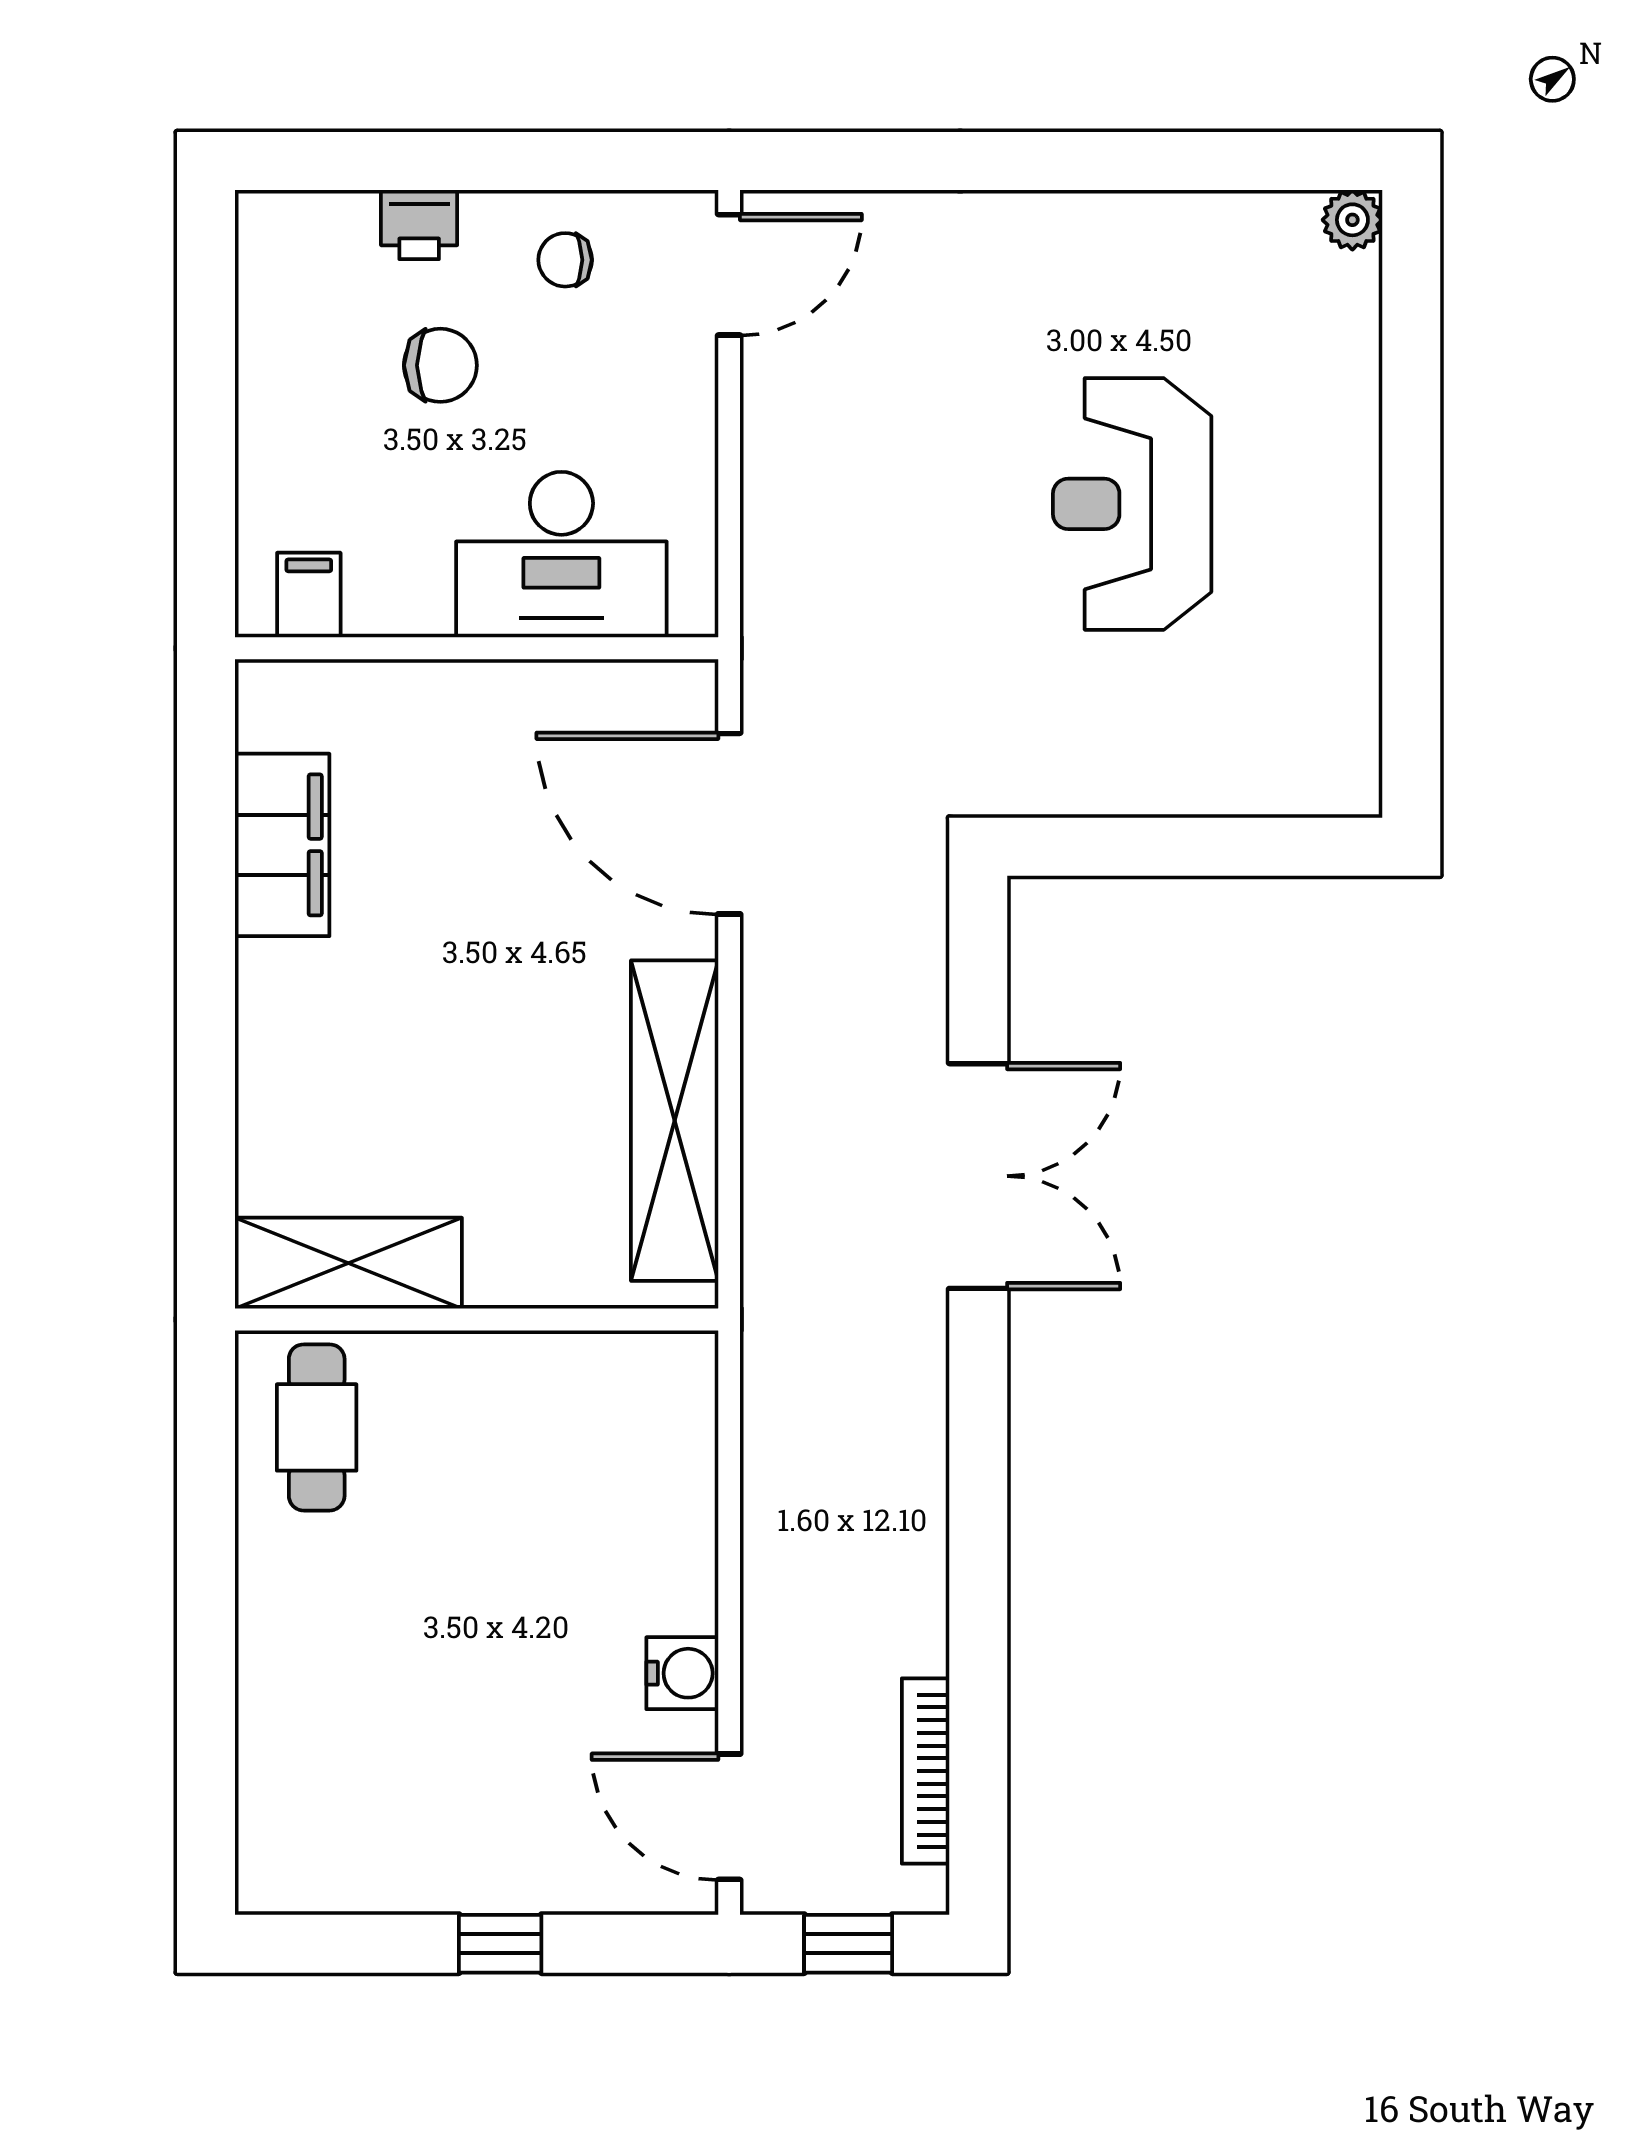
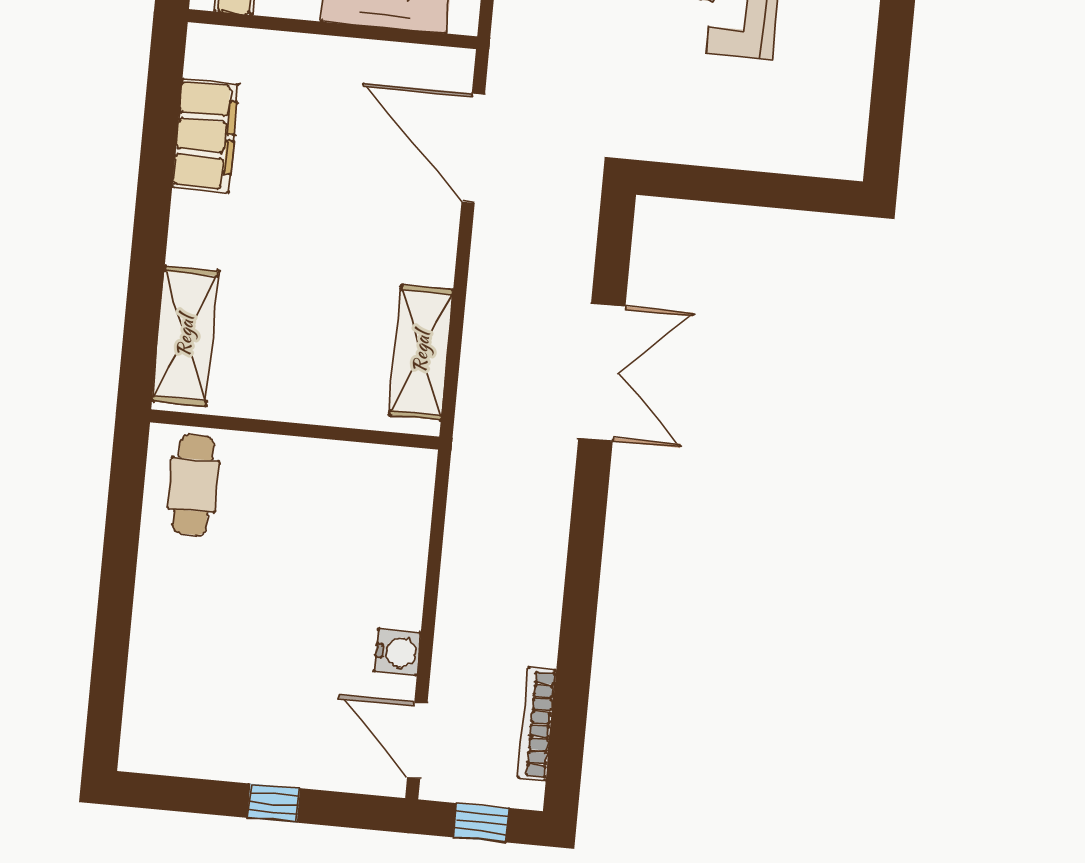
shelving: (675, 1121) -> (421, 352), width x0.68
shelving: (348, 1263) -> (185, 336), moved, turned 90

